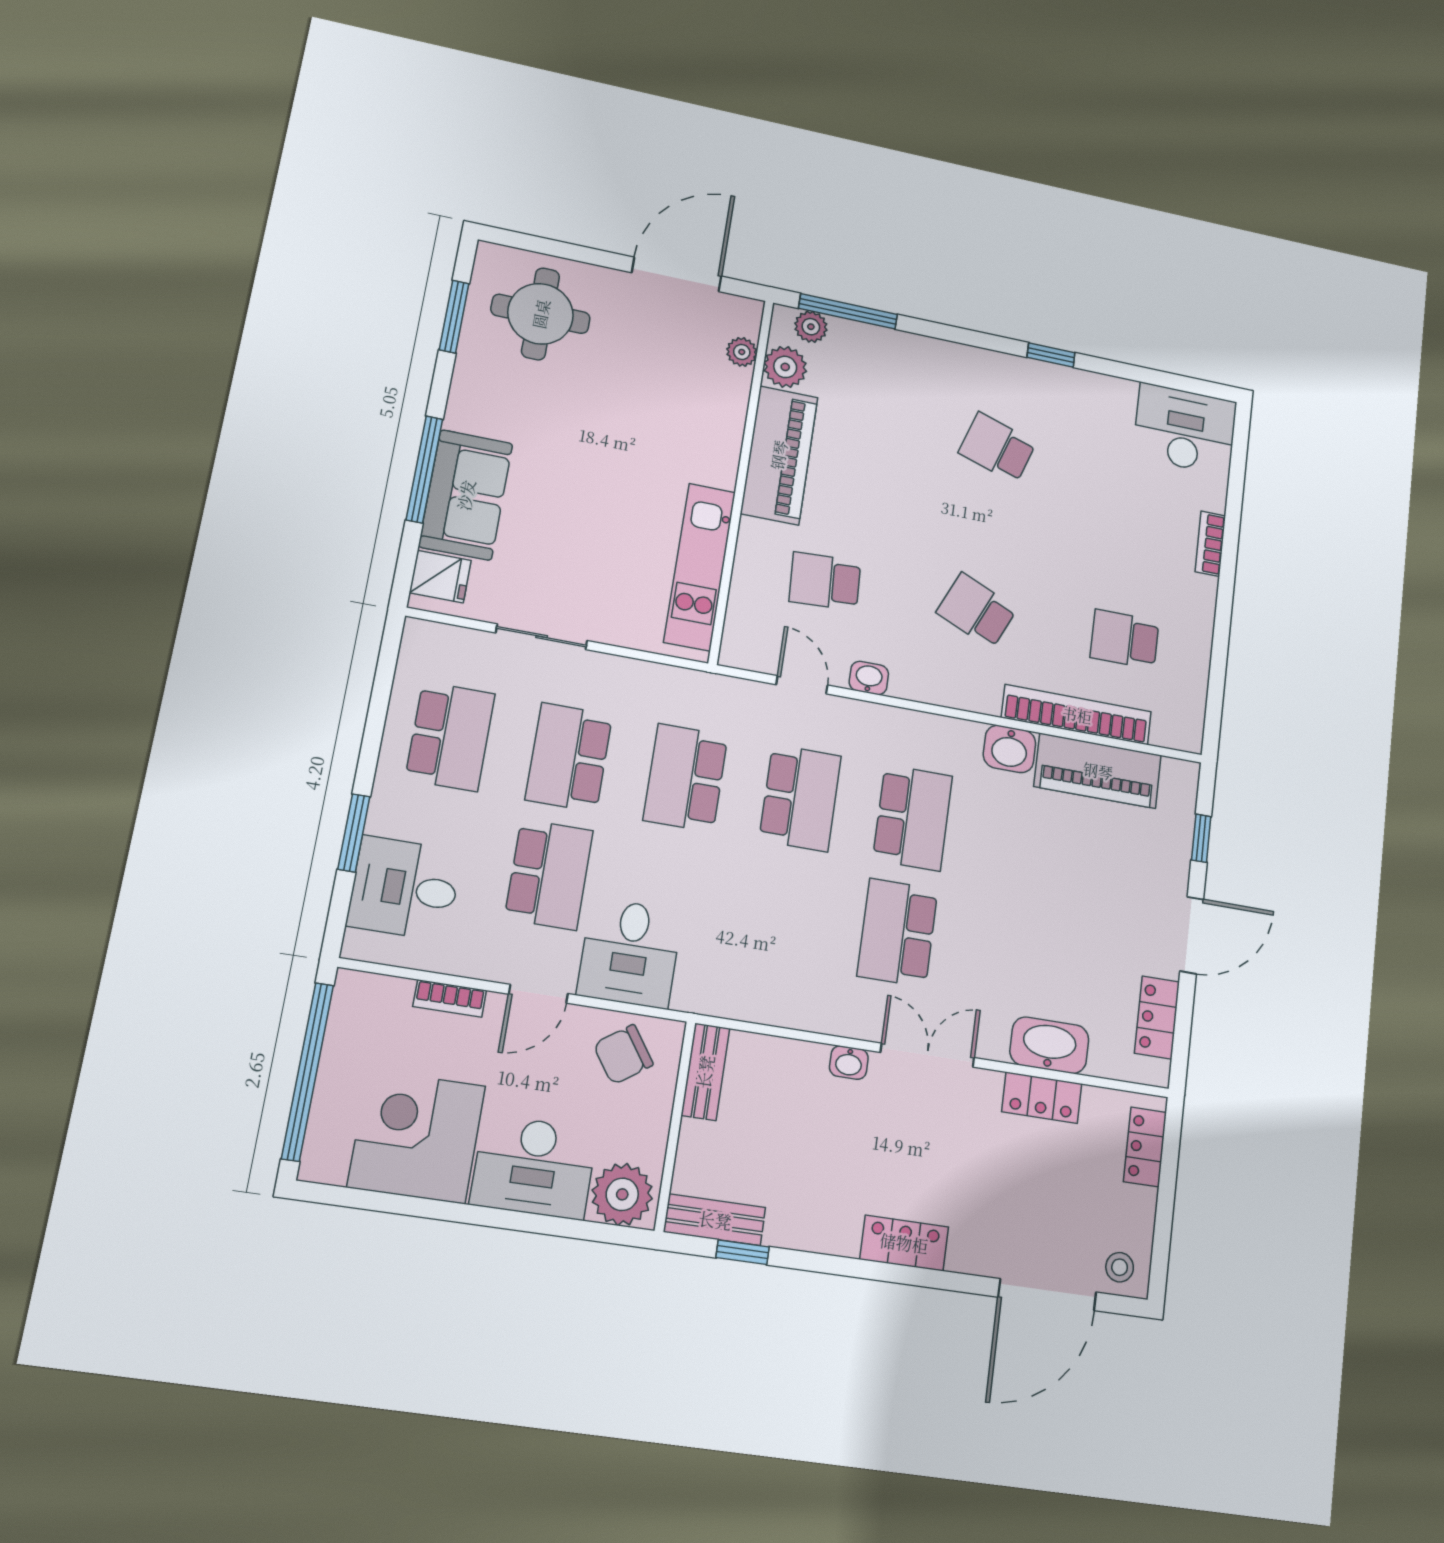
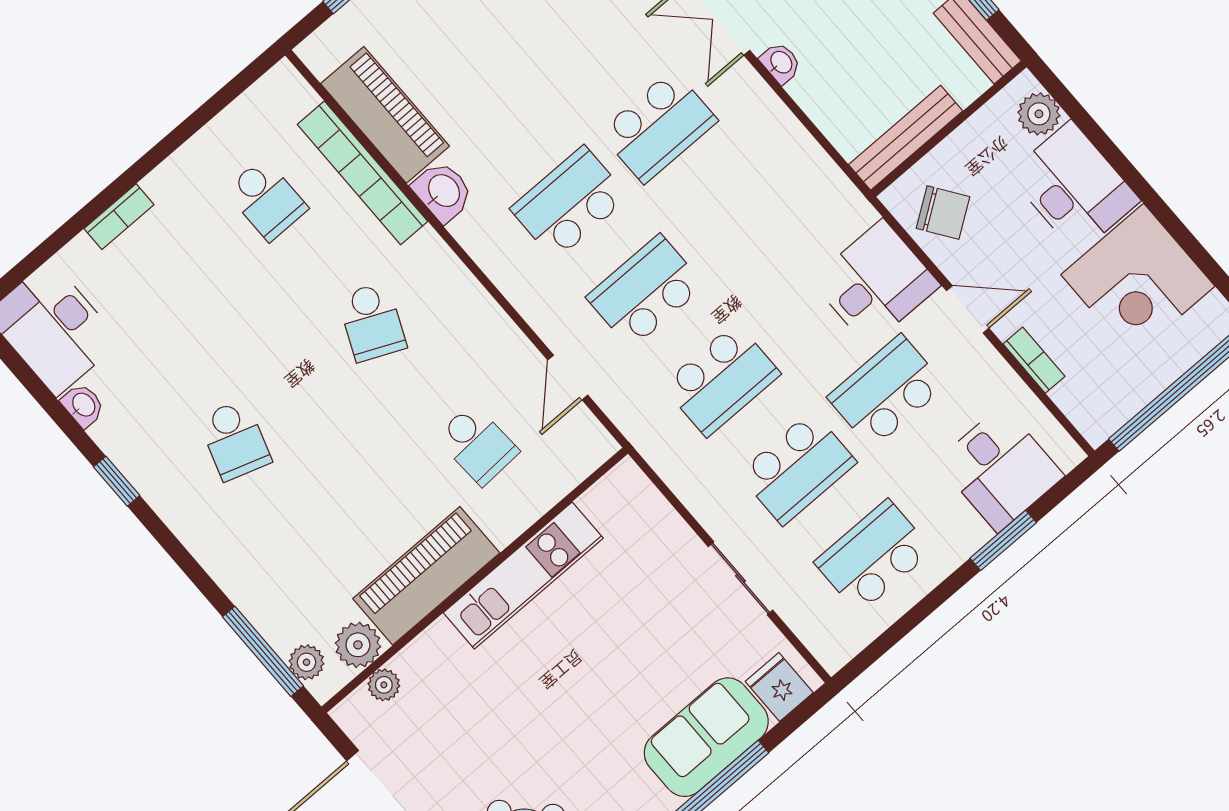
kitchen unit: (700, 567) -> (523, 575), moved
washbasin: (869, 678) -> (83, 405), moved, turned 180
bench: (705, 1072) -> (906, 138), width x1.36
plant: (622, 1194) -> (1039, 114), width x0.73, depth x0.73

